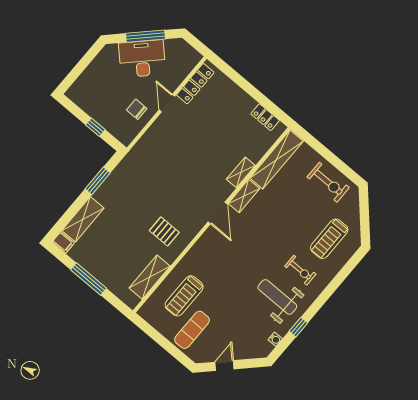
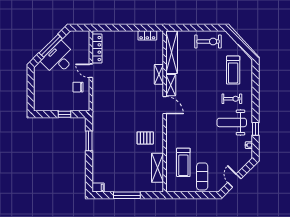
shelving: (83, 219) -> (98, 167), removed

